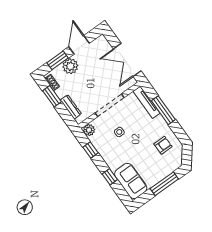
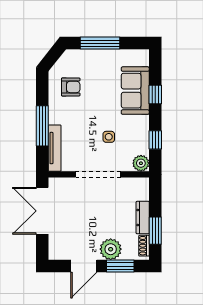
double door: (127, 60) -> (42, 211), swing flipped
dresser: (71, 107) -> (143, 218), moved
armchair: (163, 145) -> (71, 87), turned 180
sofa: (131, 181) -> (135, 91), moved

